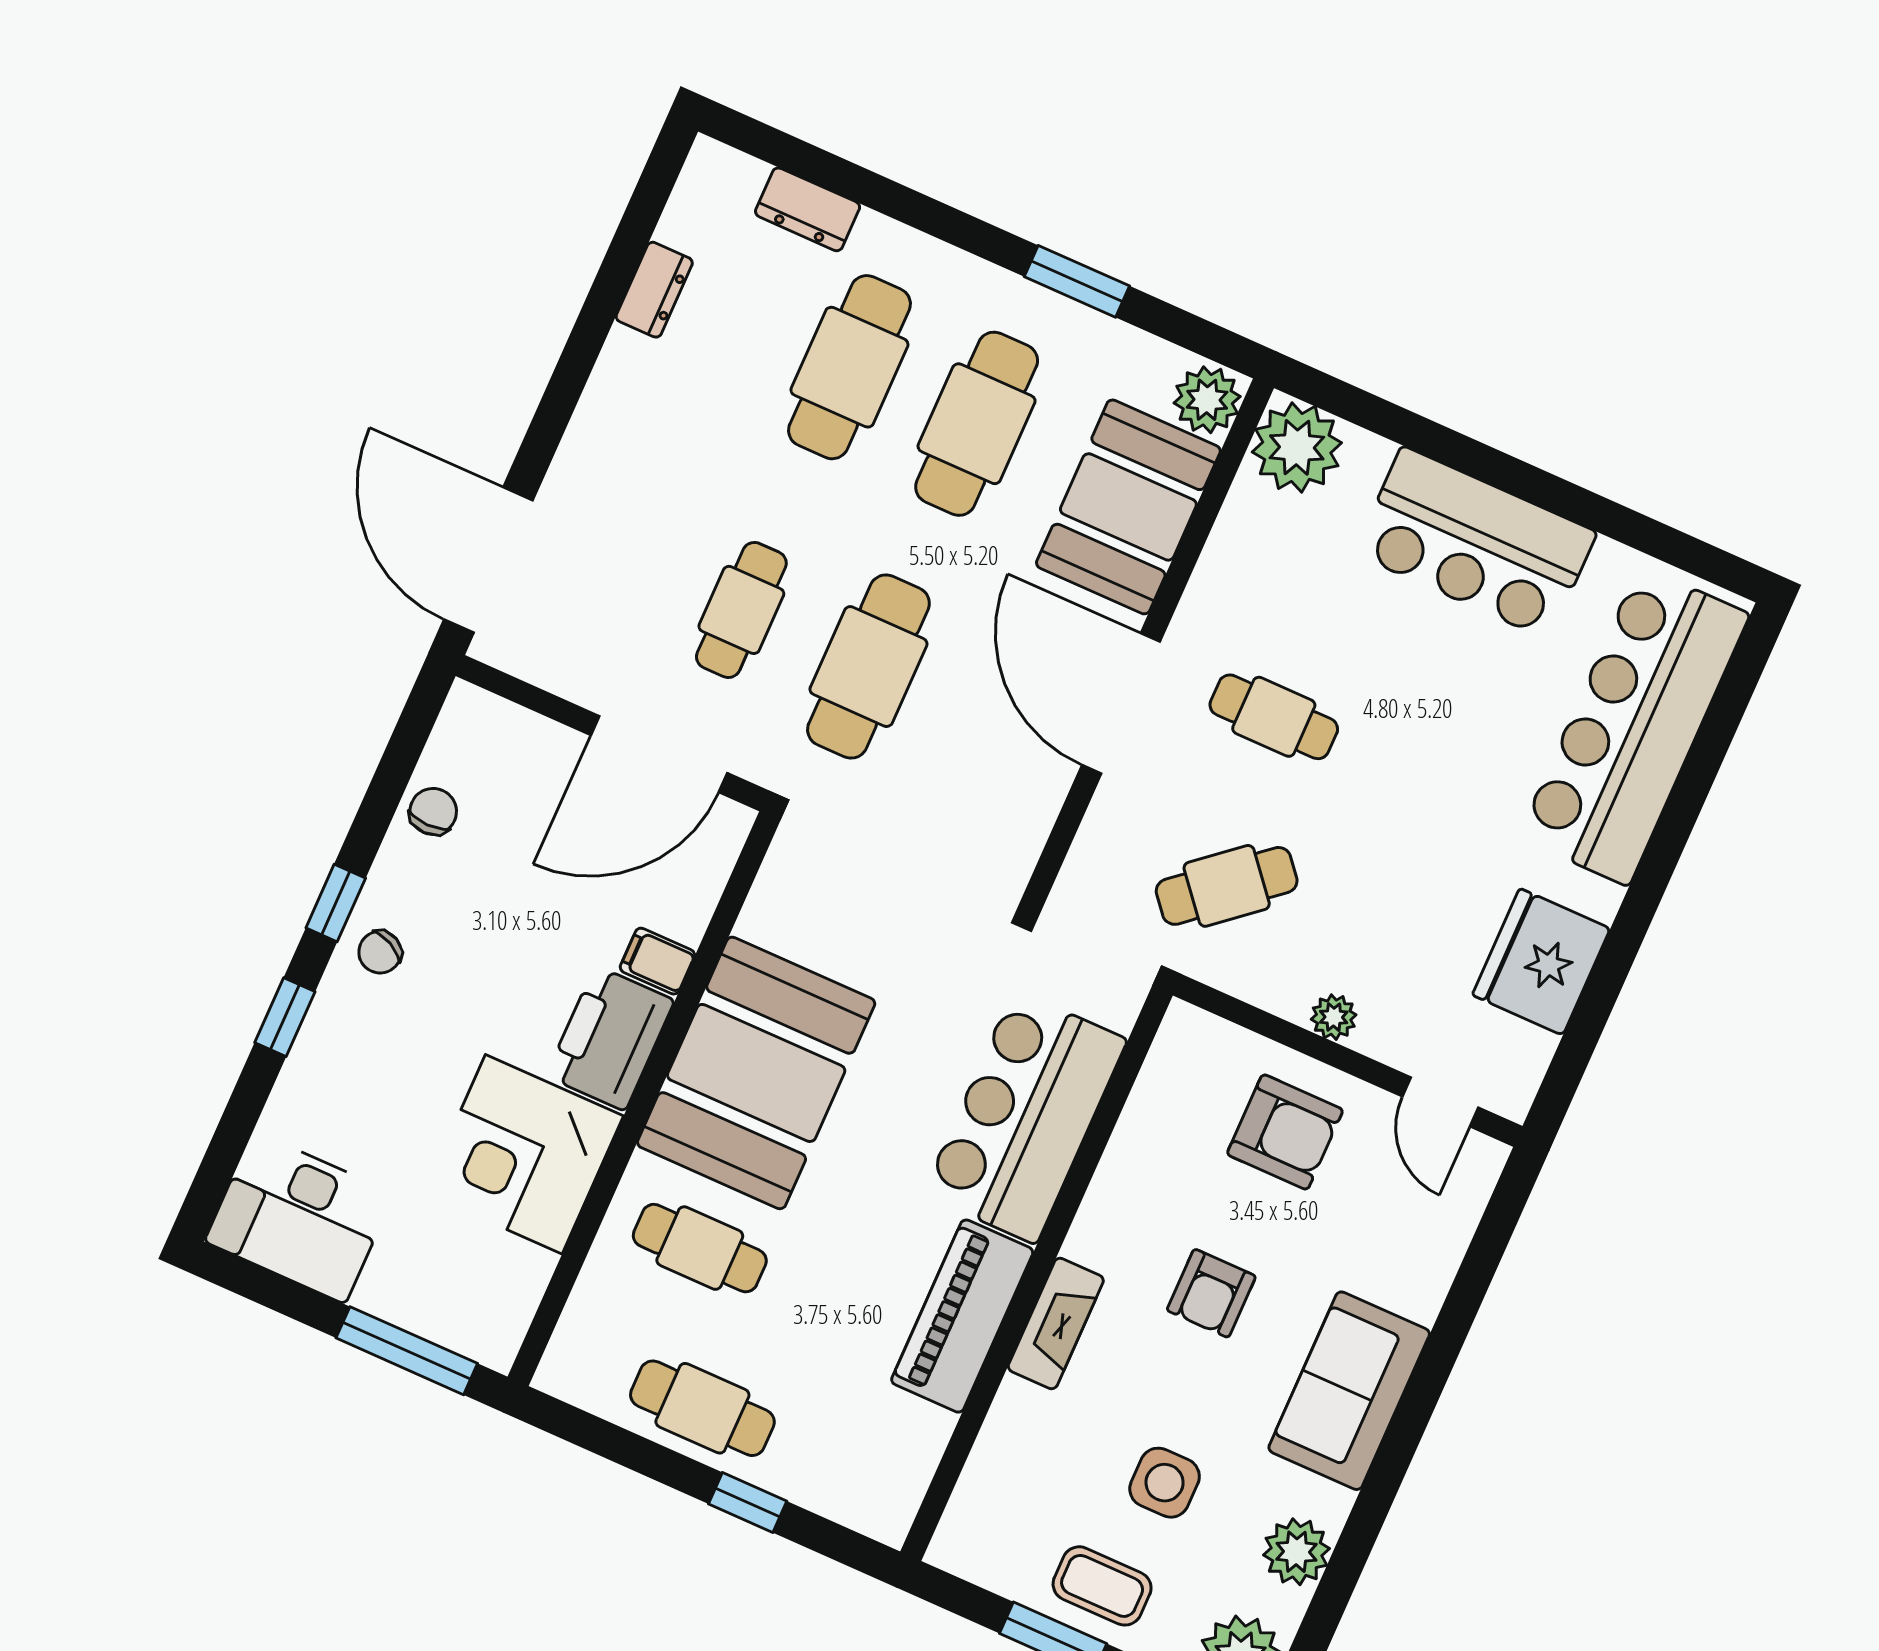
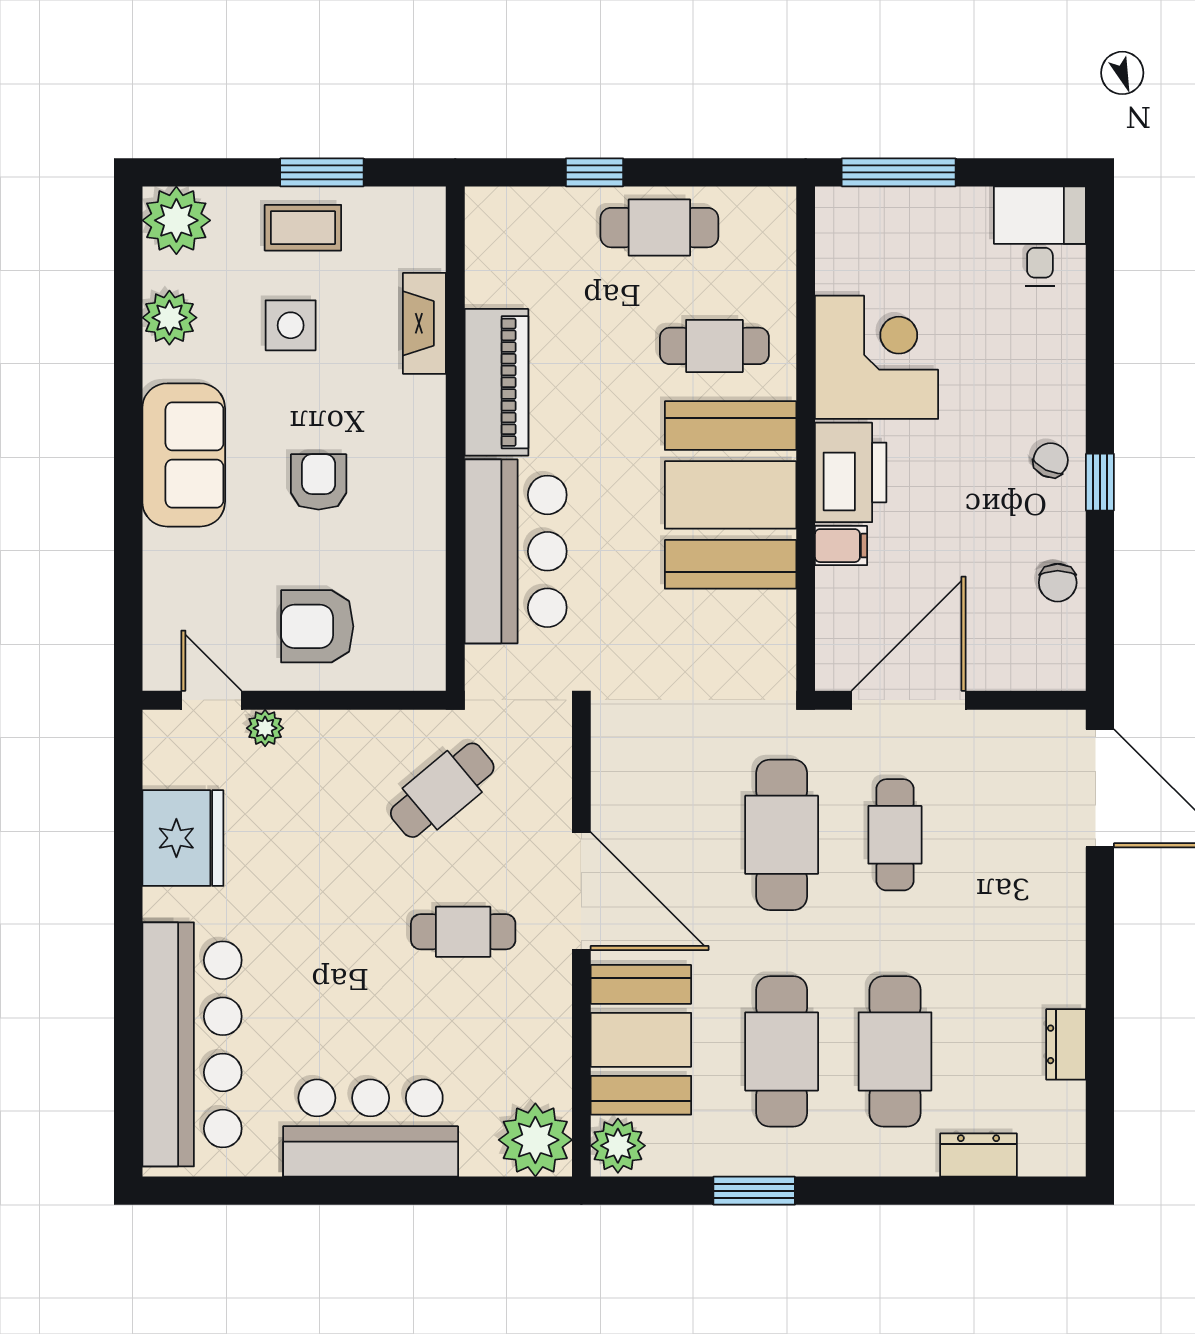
window: (285, 1017) -> (1100, 380), removed
plant: (1334, 1017) -> (265, 728), moved
desk: (299, 1217) -> (1040, 236), width x0.73
fireplace: (1056, 1323) -> (424, 323), moved

